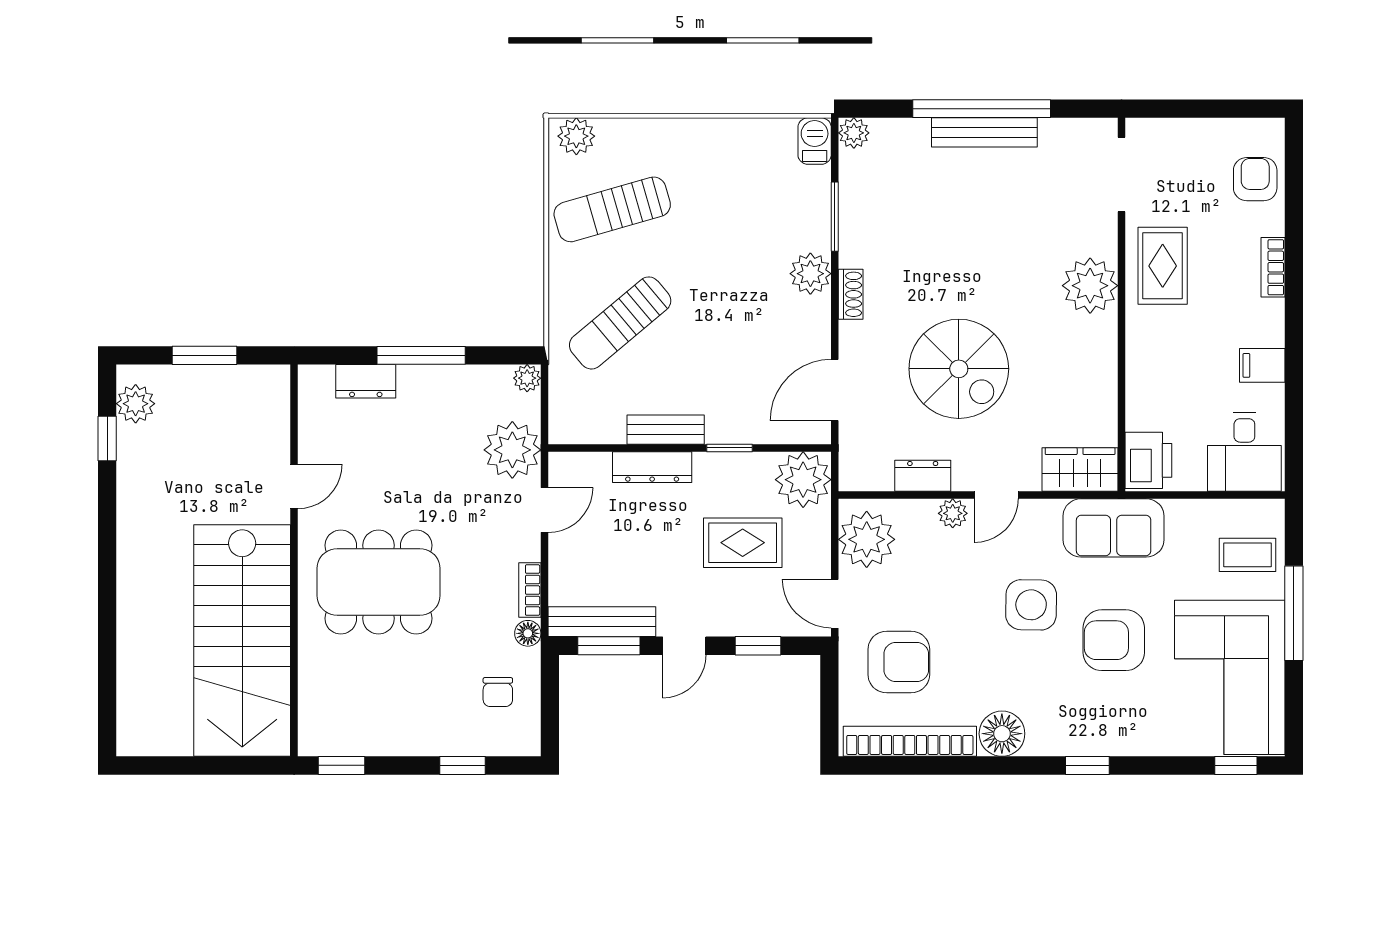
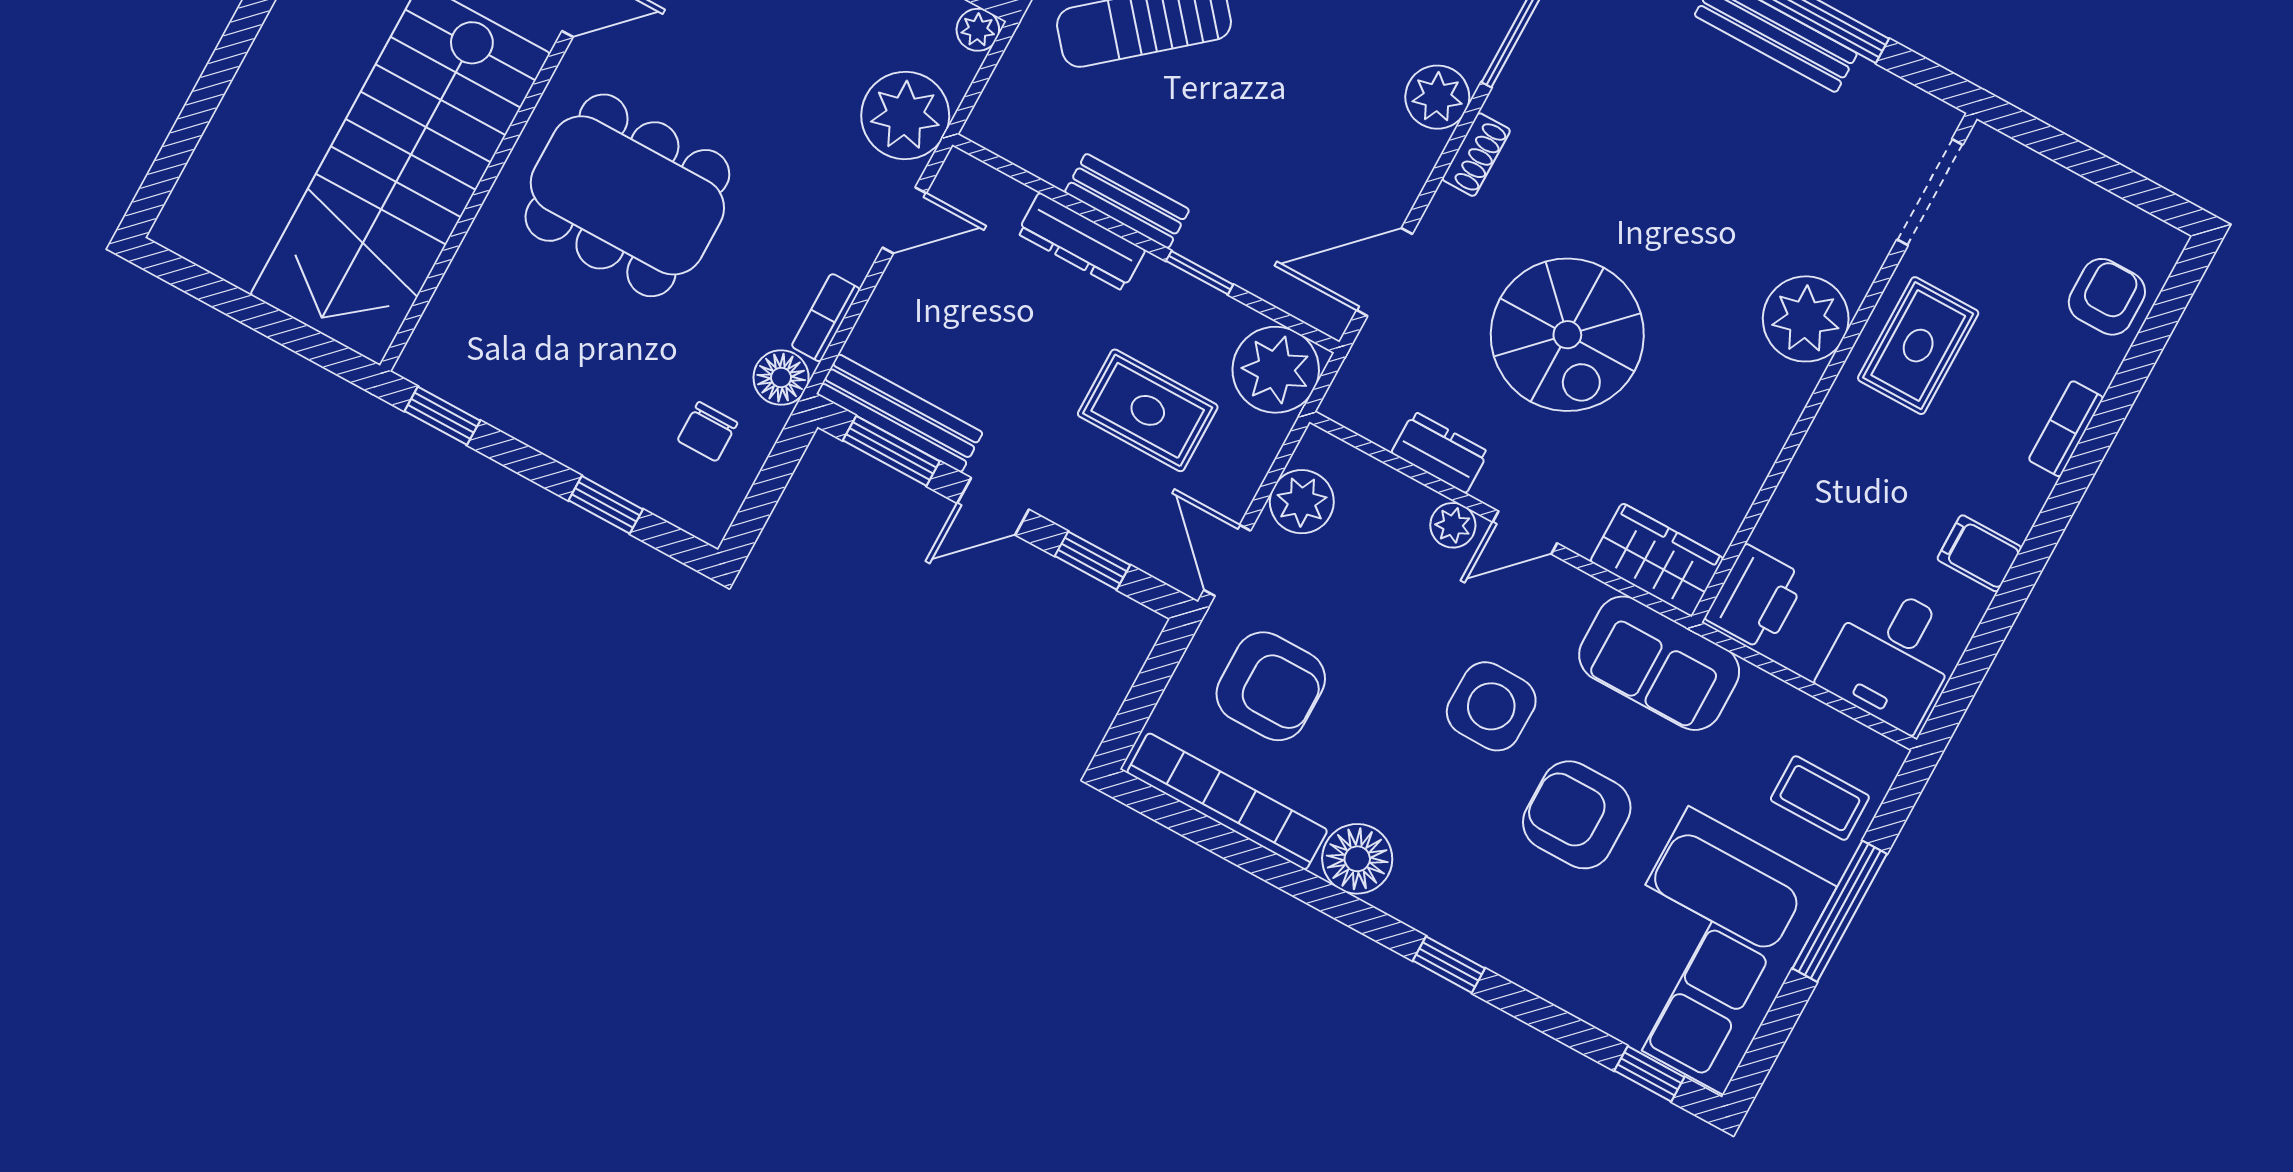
plant: (867, 539) -> (1302, 502), width x0.73, depth x0.73
floor lamp: (528, 633) -> (781, 378), width x1.37, depth x1.37

